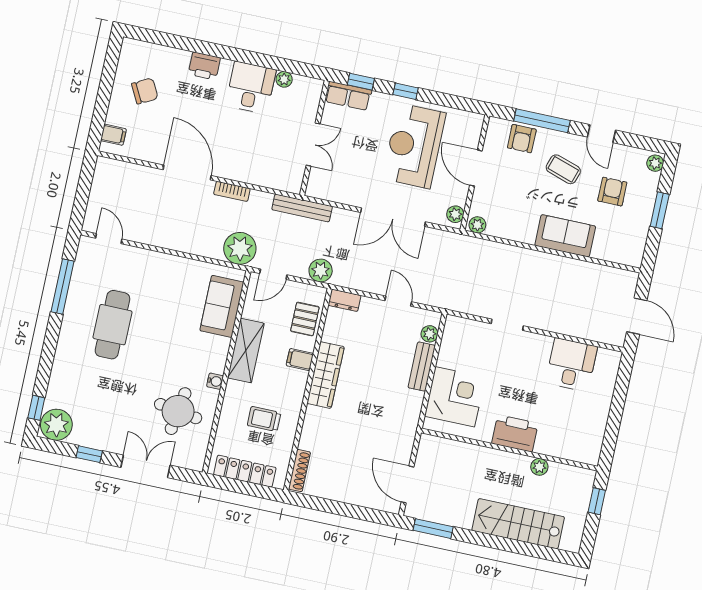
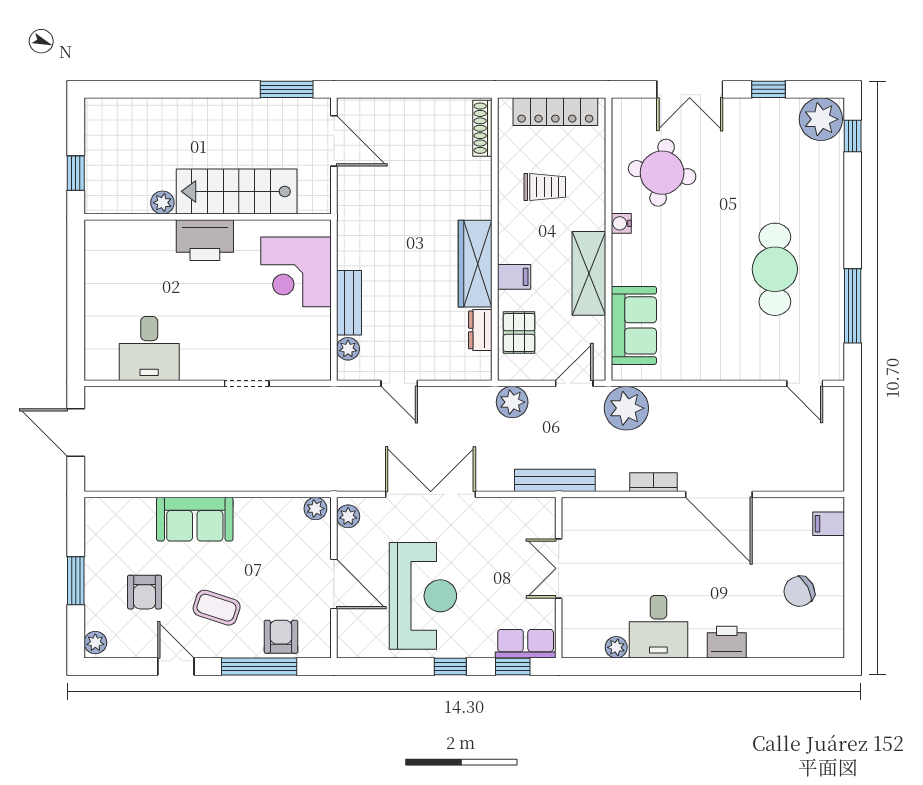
dresser: (345, 300) -> (480, 330), moved, turned -90
stairs: (518, 524) -> (237, 191), moved, turned 180

